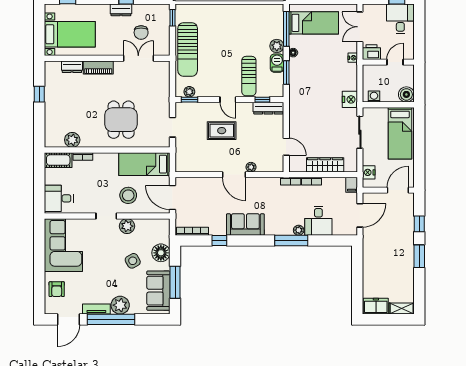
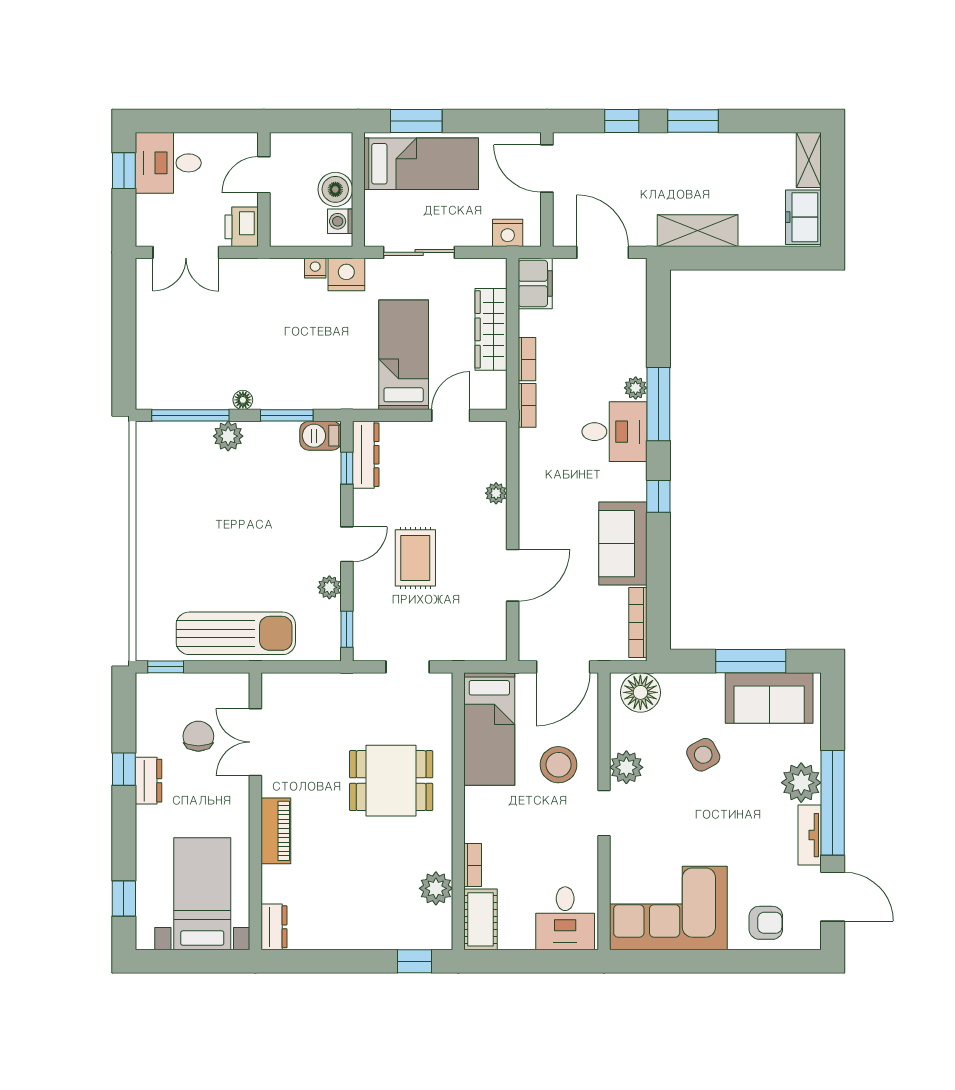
bed: (314, 23) -> (404, 355), moved
chair: (141, 32) -> (198, 736), turned -90
nightstand: (353, 58) -> (315, 268), moved
door: (395, 62) -> (264, 175), hinge flipped
barbecue: (277, 63) -> (321, 436), moved
dresser: (72, 67) -> (274, 927), moved
sun lounger: (249, 76) -> (295, 498), removed
plant: (189, 92) -> (329, 587), moved
window: (39, 94) -> (415, 961), moved
boiler: (406, 94) -> (335, 189), moved
window: (419, 131) -> (416, 121), added
door: (234, 175) -> (513, 575), moved
filing cabinet: (352, 185) -> (535, 283), width x2.00
desk: (318, 221) -> (614, 432), moved
sofa: (245, 224) -> (623, 544), moved
window: (219, 241) -> (658, 496), moved
floor lamp: (161, 253) -> (640, 692), moved
shelving: (370, 258) -> (698, 231), added

